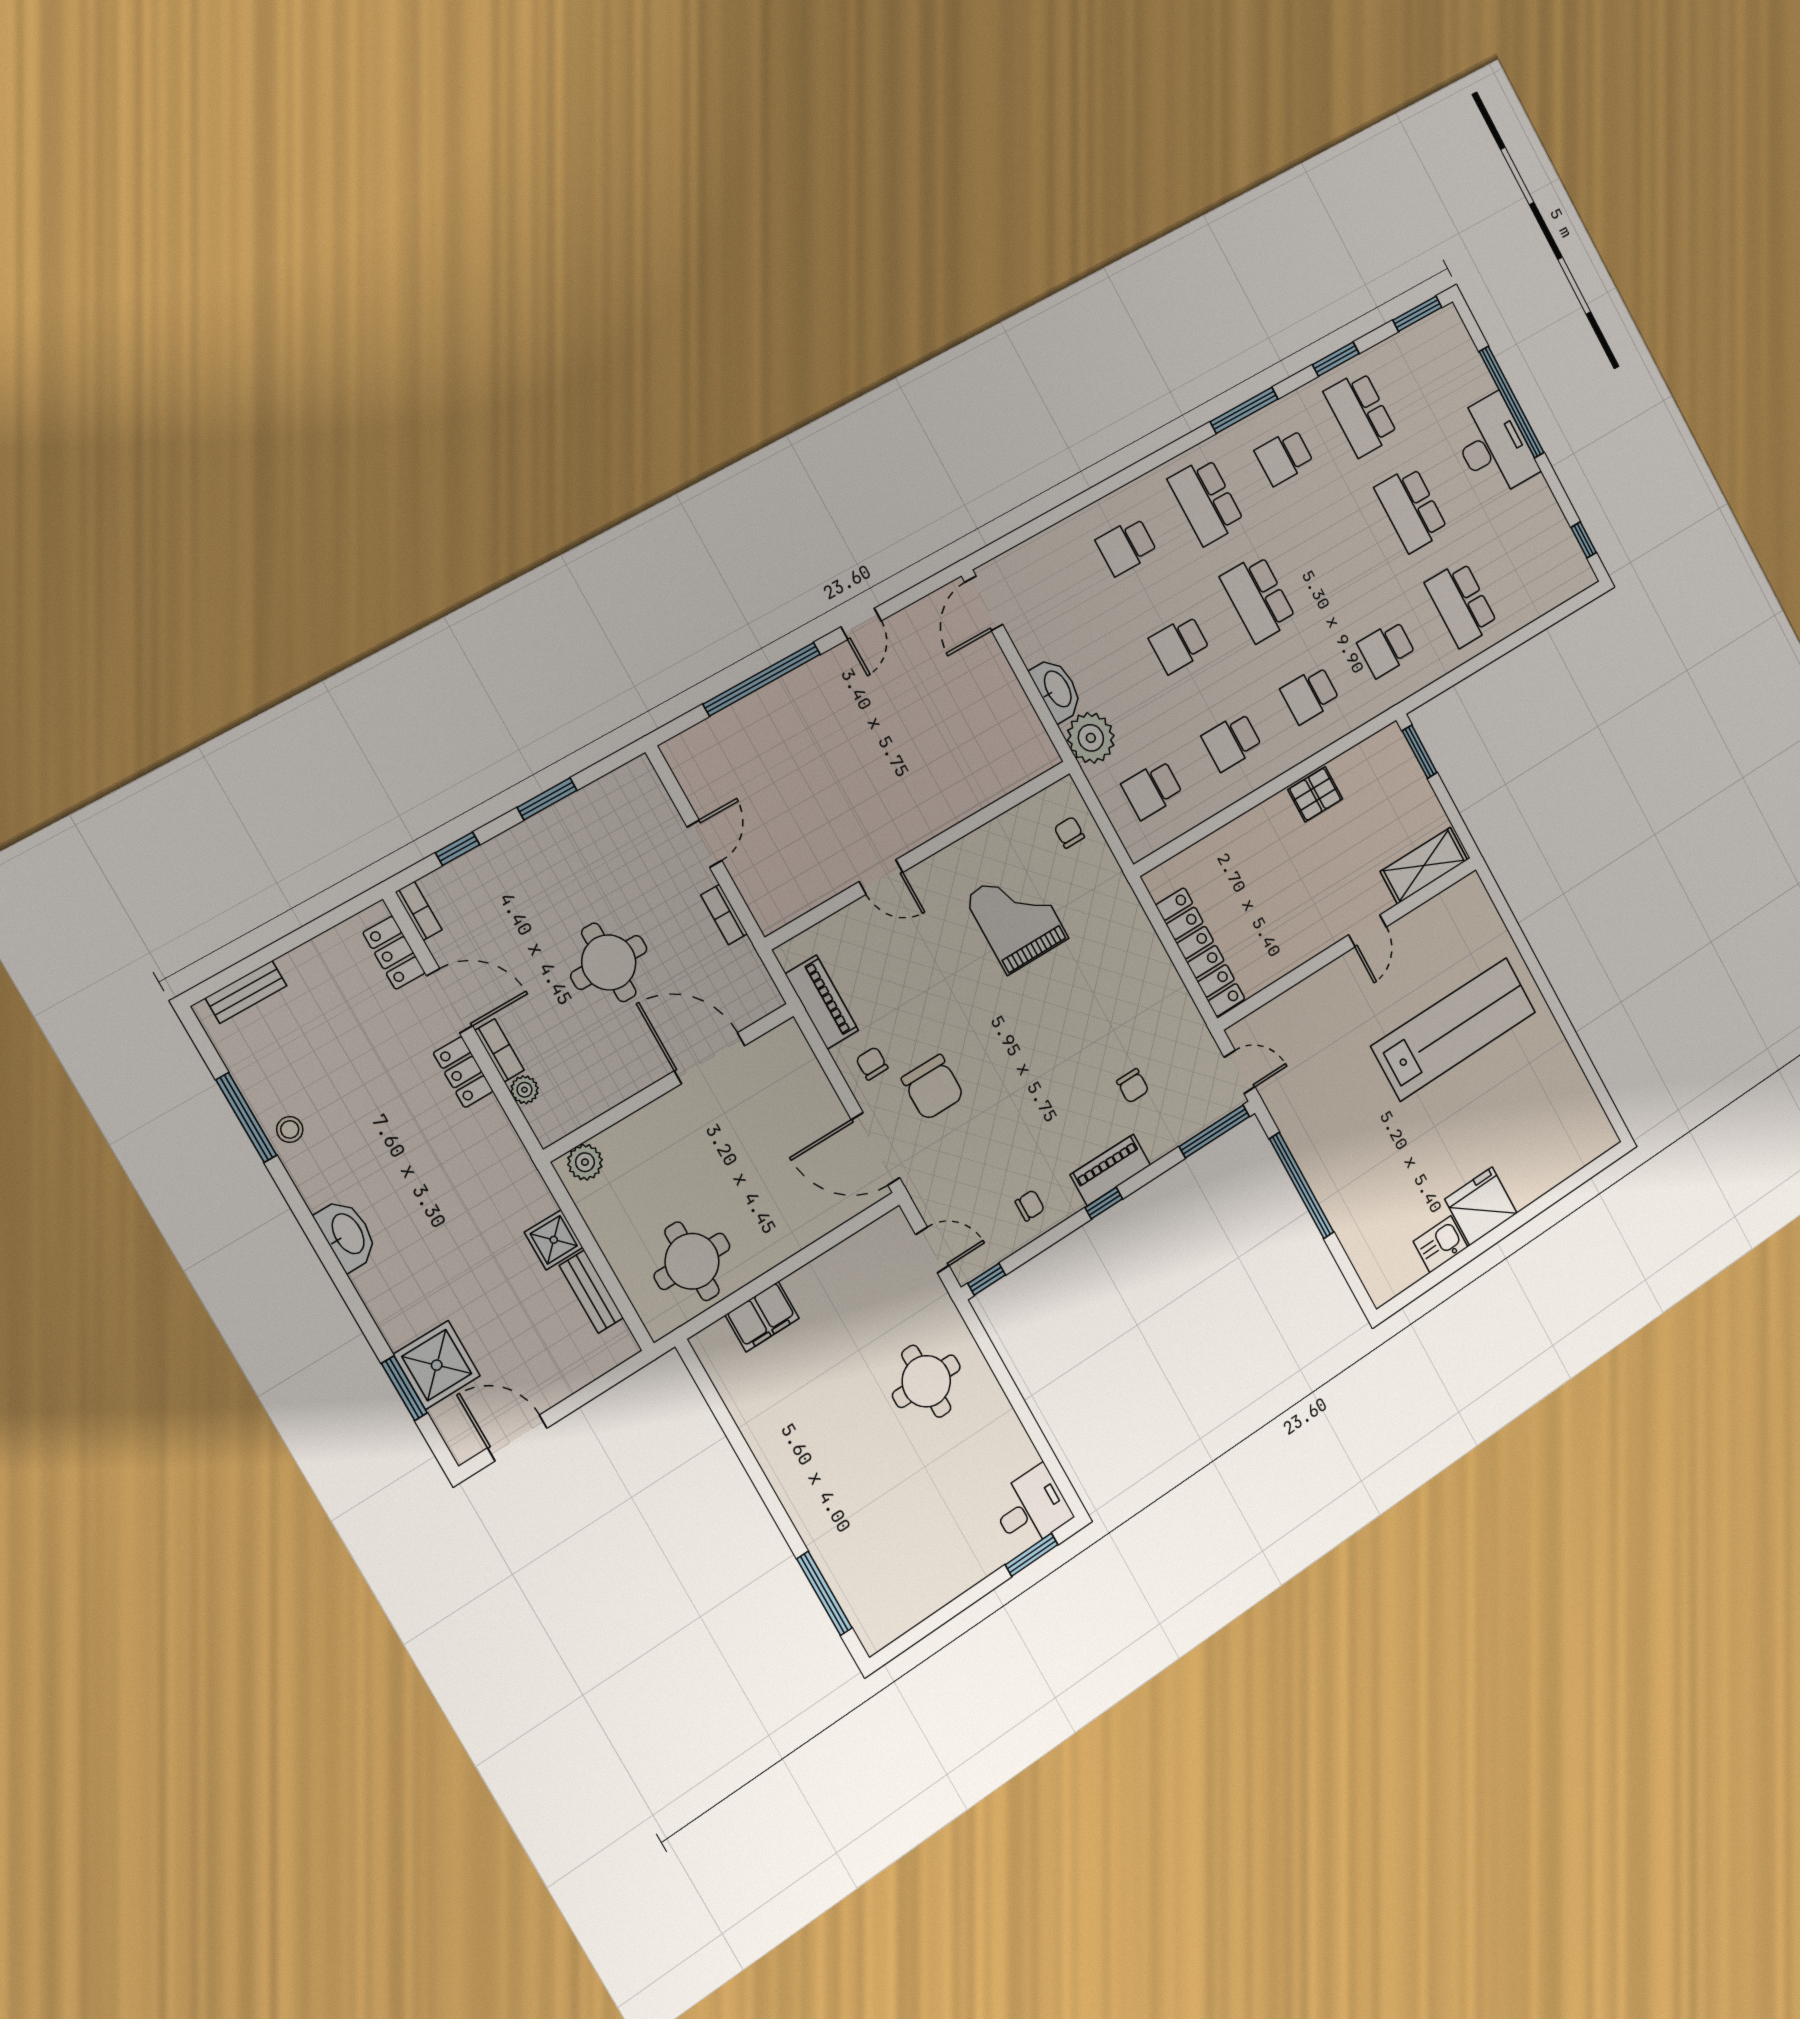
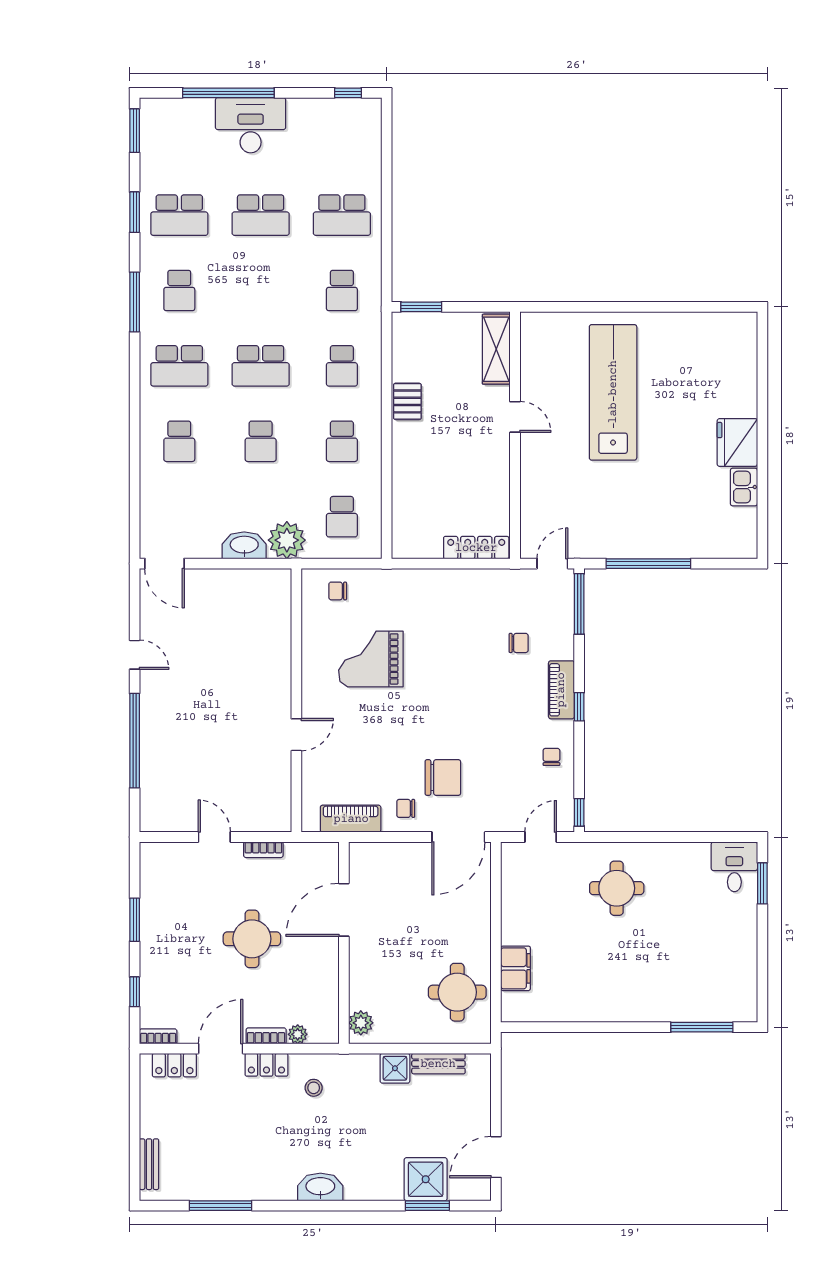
locker: (1200, 952) -> (476, 548), width x0.71, depth x0.83
stool: (290, 1129) -> (314, 1088), moved

